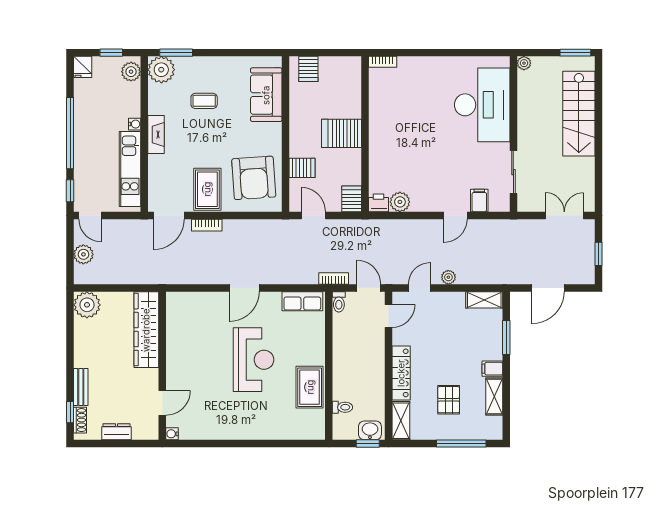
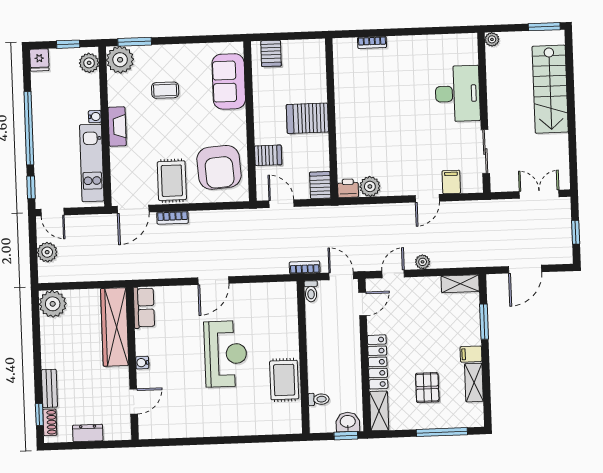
bookcase: (383, 62) -> (372, 42), moved
desk: (482, 105) -> (458, 94), width x0.73, depth x0.77
row of seats: (302, 301) -> (144, 308), moved, turned -90
water cooler: (172, 434) -> (142, 363), moved

